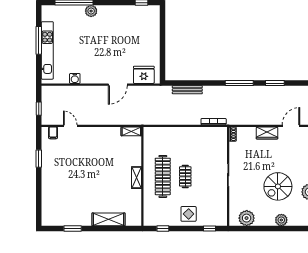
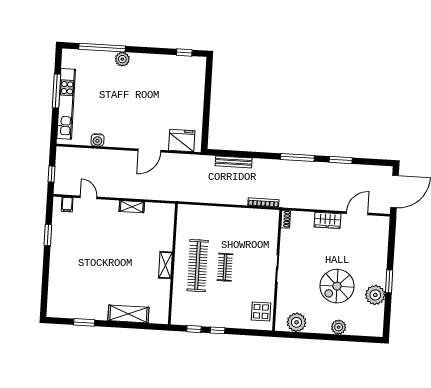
shelving: (131, 131) -> (132, 207), moved
display table: (189, 214) -> (261, 311), moved
window: (209, 229) -> (217, 330), moved

